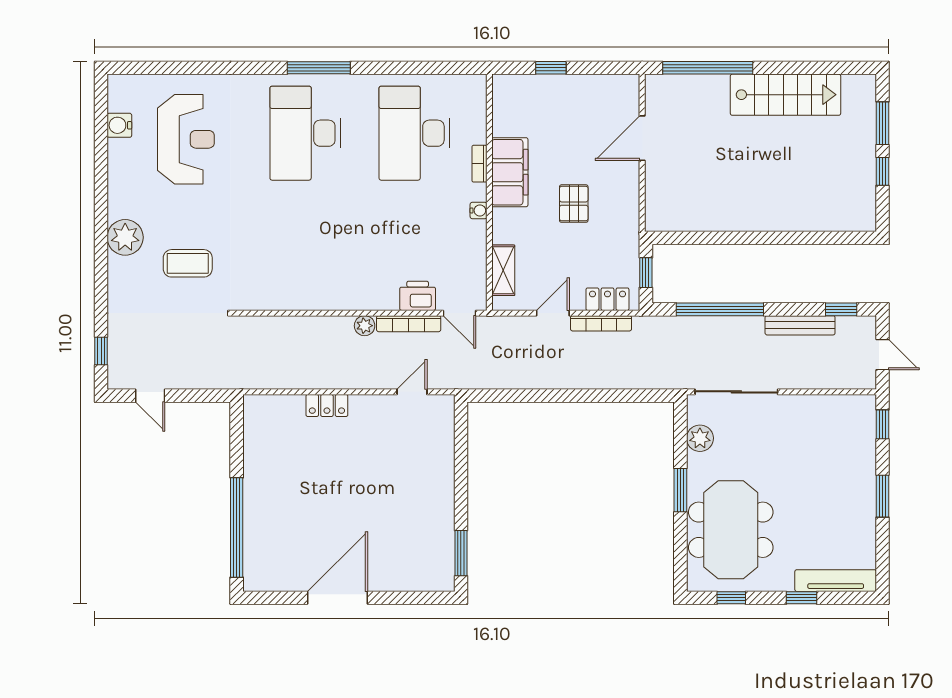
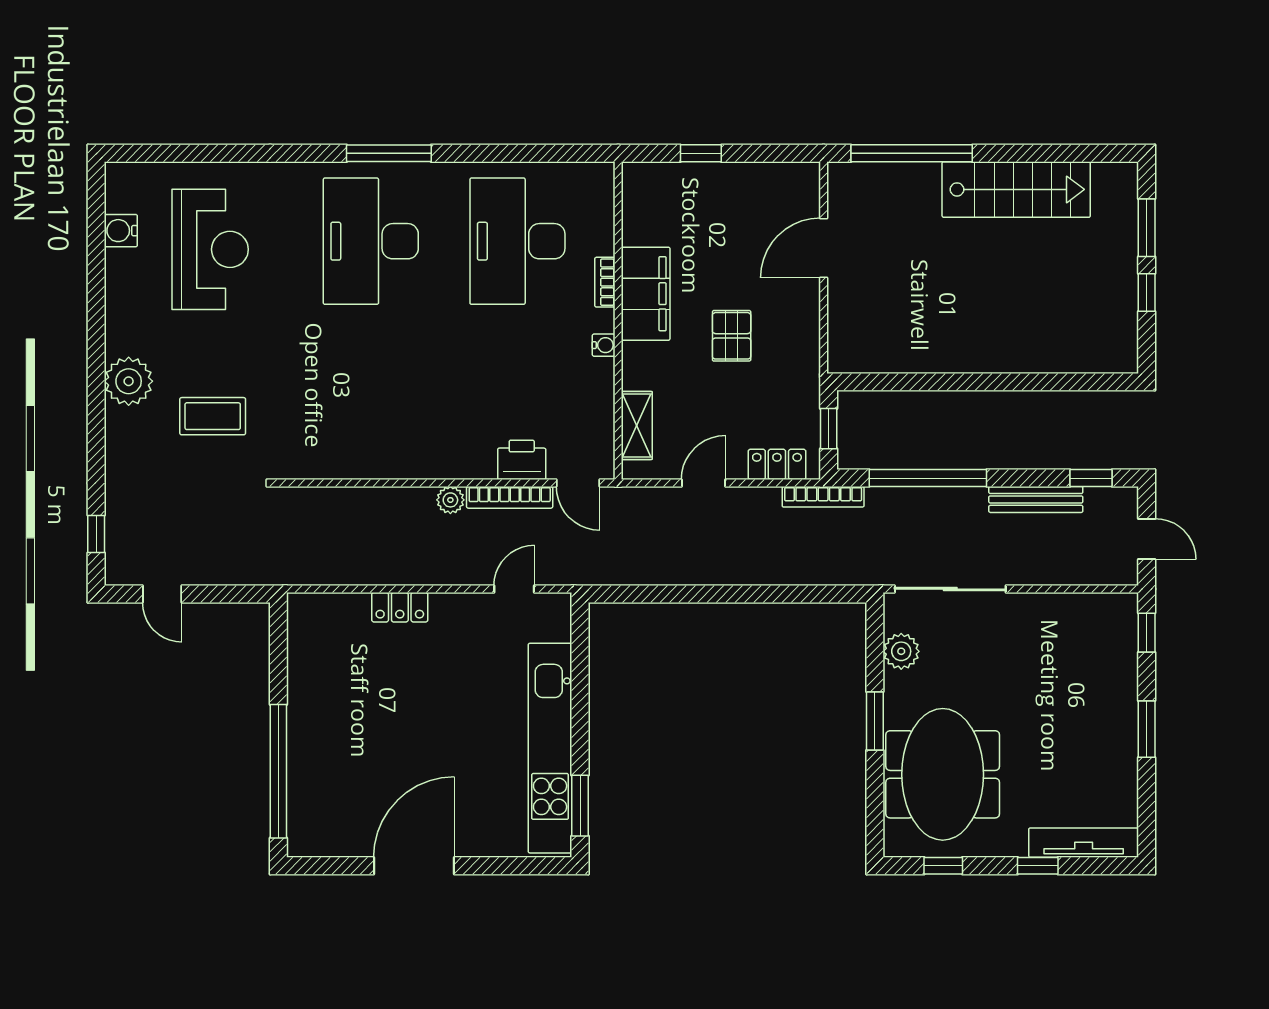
bookcase: (601, 323) -> (823, 497), moved
kitchen unit: (439, 510) -> (550, 748), added

